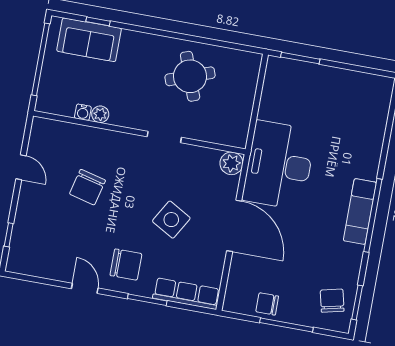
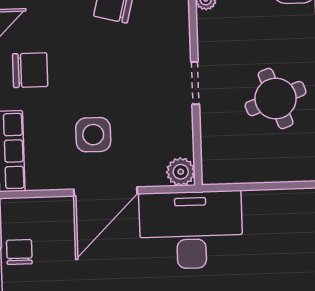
side table: (171, 220) -> (93, 135), moved, turned -30
chair: (126, 265) -> (30, 70), turned -90

